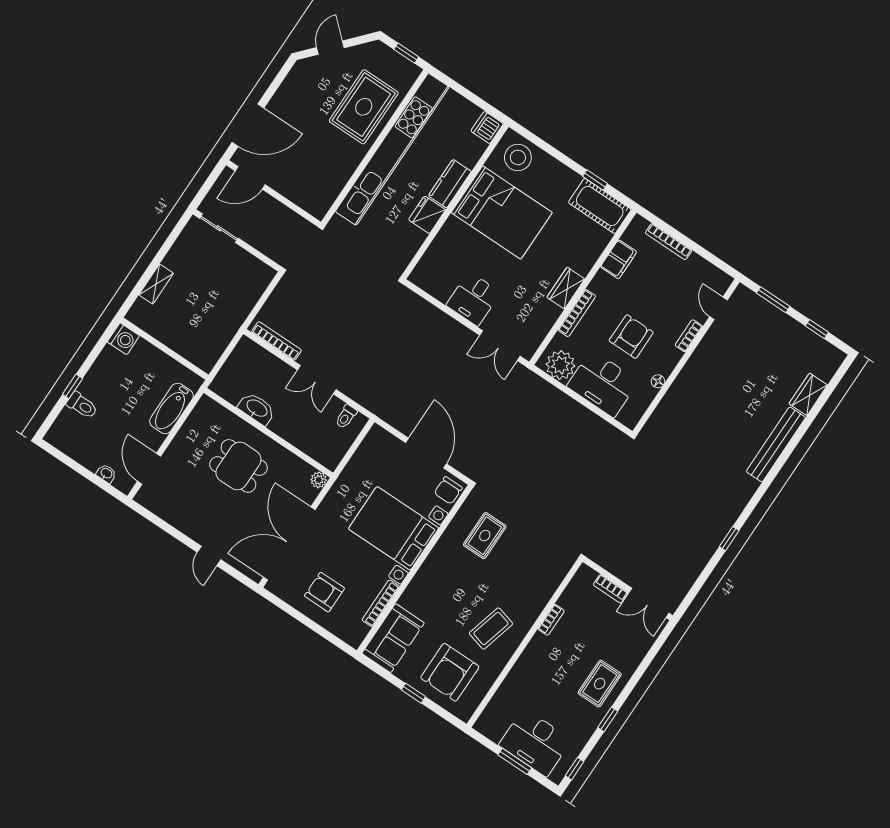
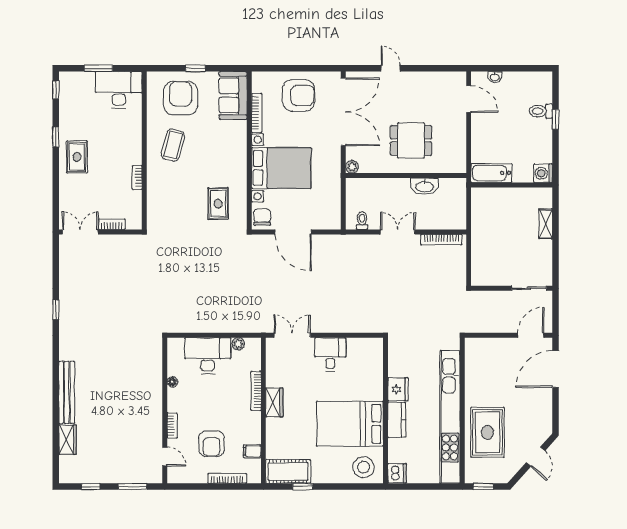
filing cabinet: (619, 259) -> (252, 451), width x0.50
armchair: (631, 337) -> (212, 444), moved
plant: (560, 365) -> (238, 344), width x0.53, depth x0.53
bathtub: (171, 408) -> (491, 173), moved, turned -90
armchair: (324, 592) -> (299, 95), width x1.36, depth x1.36
desk: (535, 742) -> (119, 90), moved

